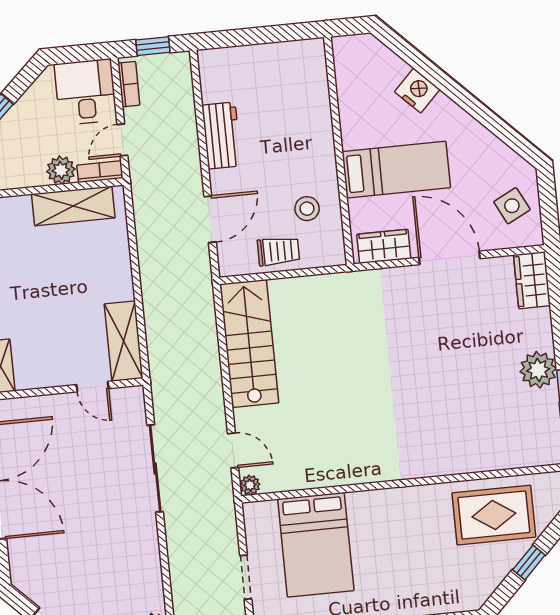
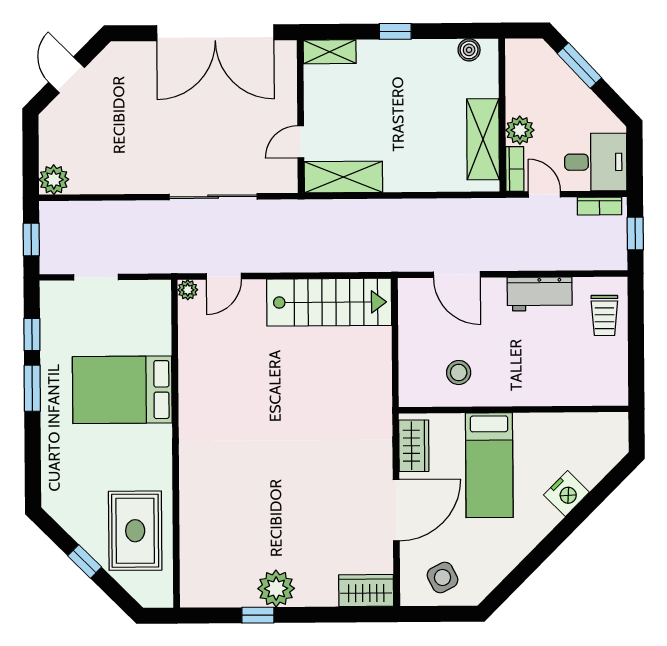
trolley: (278, 251) -> (604, 315), moved
bed: (316, 545) -> (122, 390), moved

